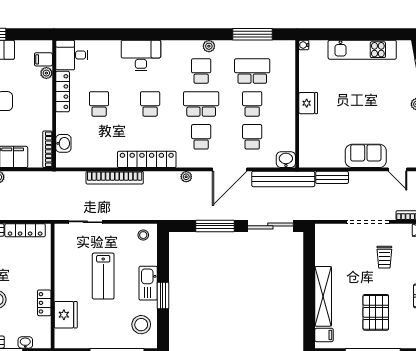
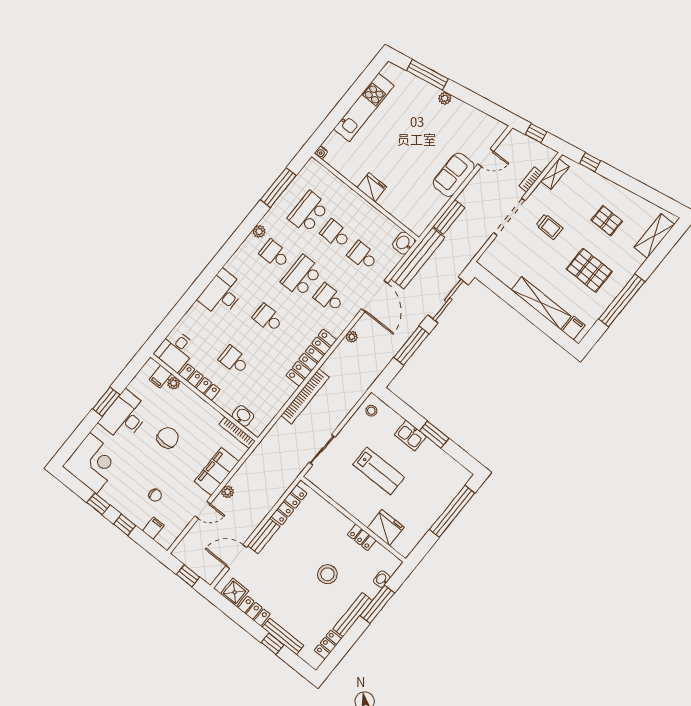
kitchen sink: (148, 283) -> (410, 436), width x0.73
stool: (141, 325) -> (444, 472), removed

